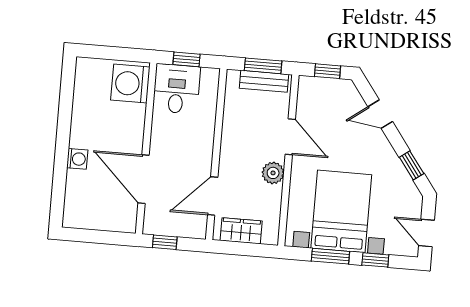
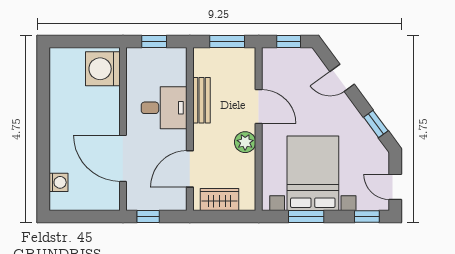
bench: (264, 81) -> (201, 100), moved, turned 90
desk: (177, 89) -> (164, 108), moved, turned 90
washing machine: (77, 159) -> (59, 182), moved
window: (375, 260) -> (367, 216), moved

